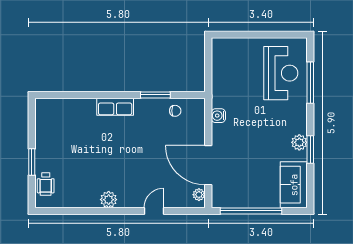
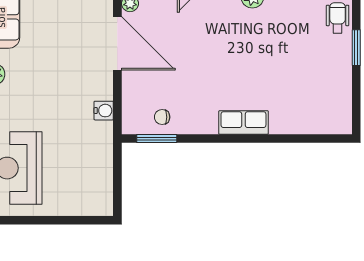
window: (155, 95) -> (157, 138), moved

